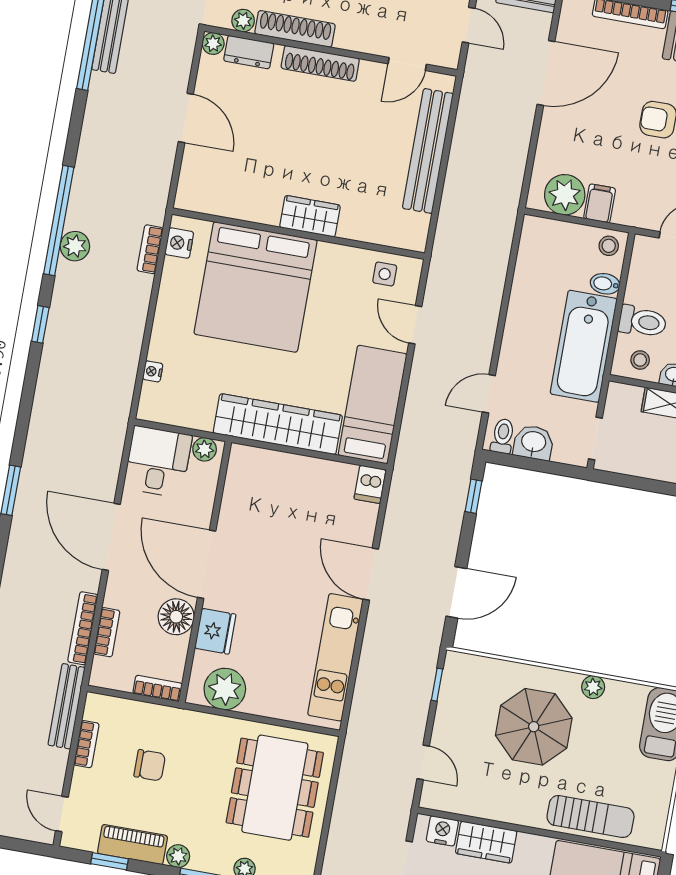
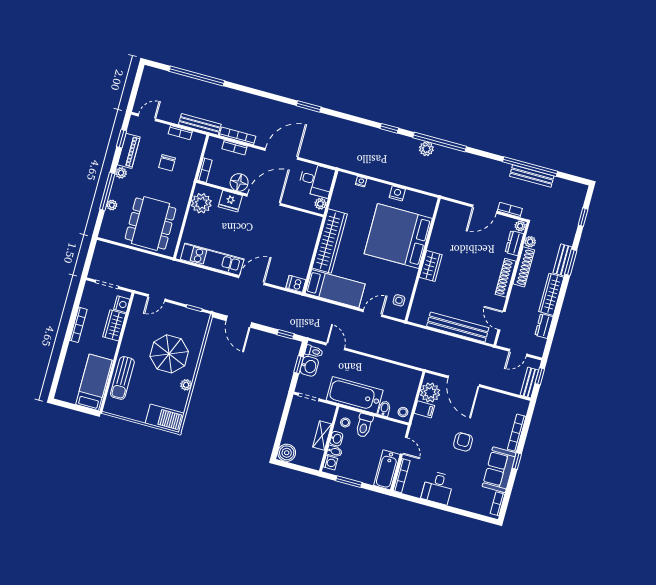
door: (546, 73) -> (464, 381), moved
nightstand: (179, 243) -> (397, 193), moved
bookcase: (150, 249) -> (510, 210), moved
window: (532, 464) -> (299, 365), added
dining table: (275, 788) -> (151, 224), turned 90

